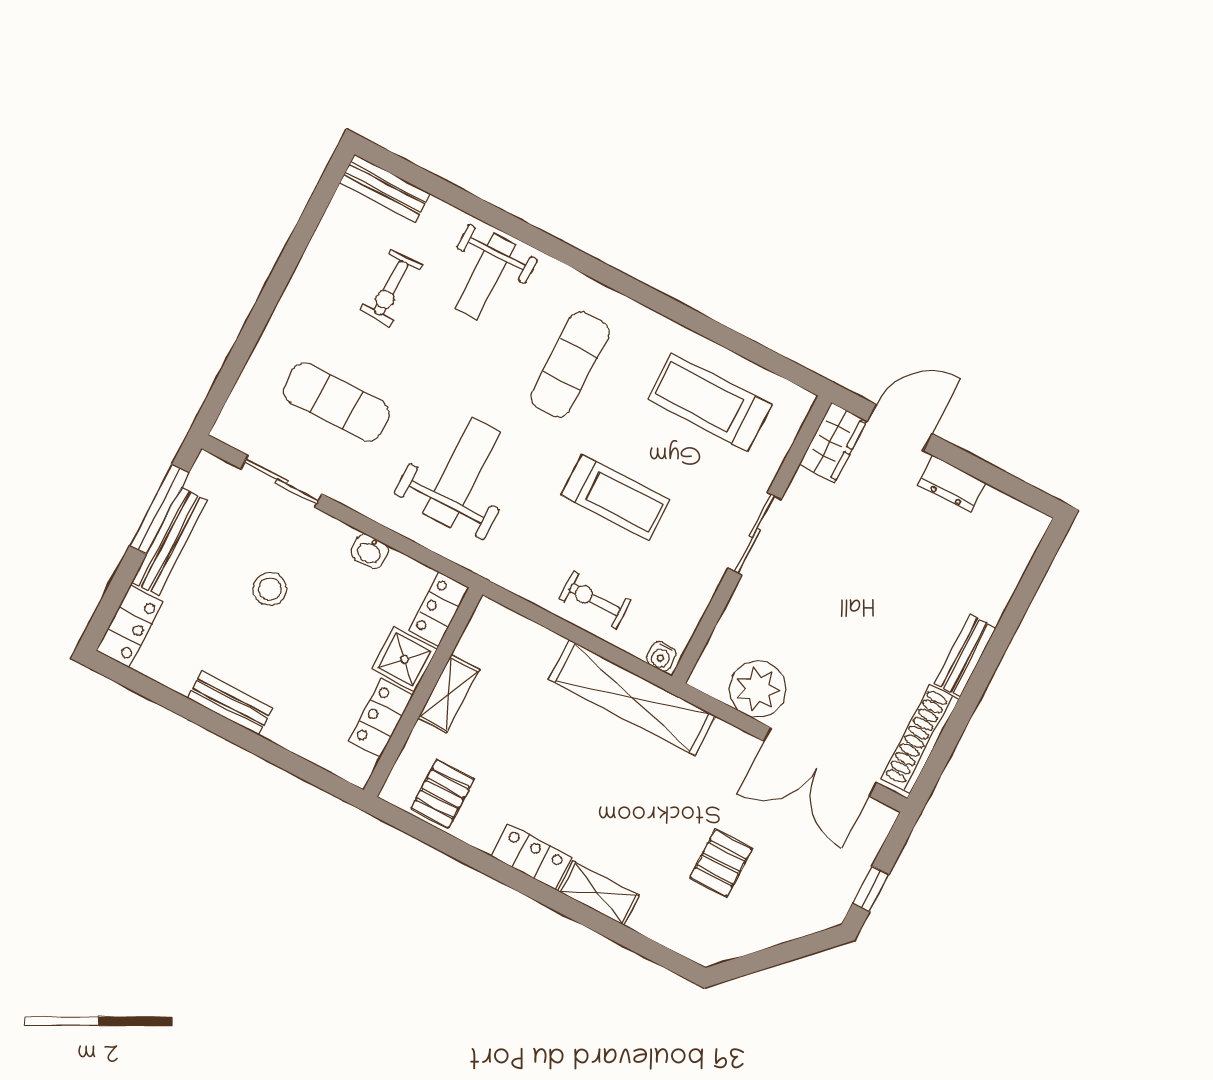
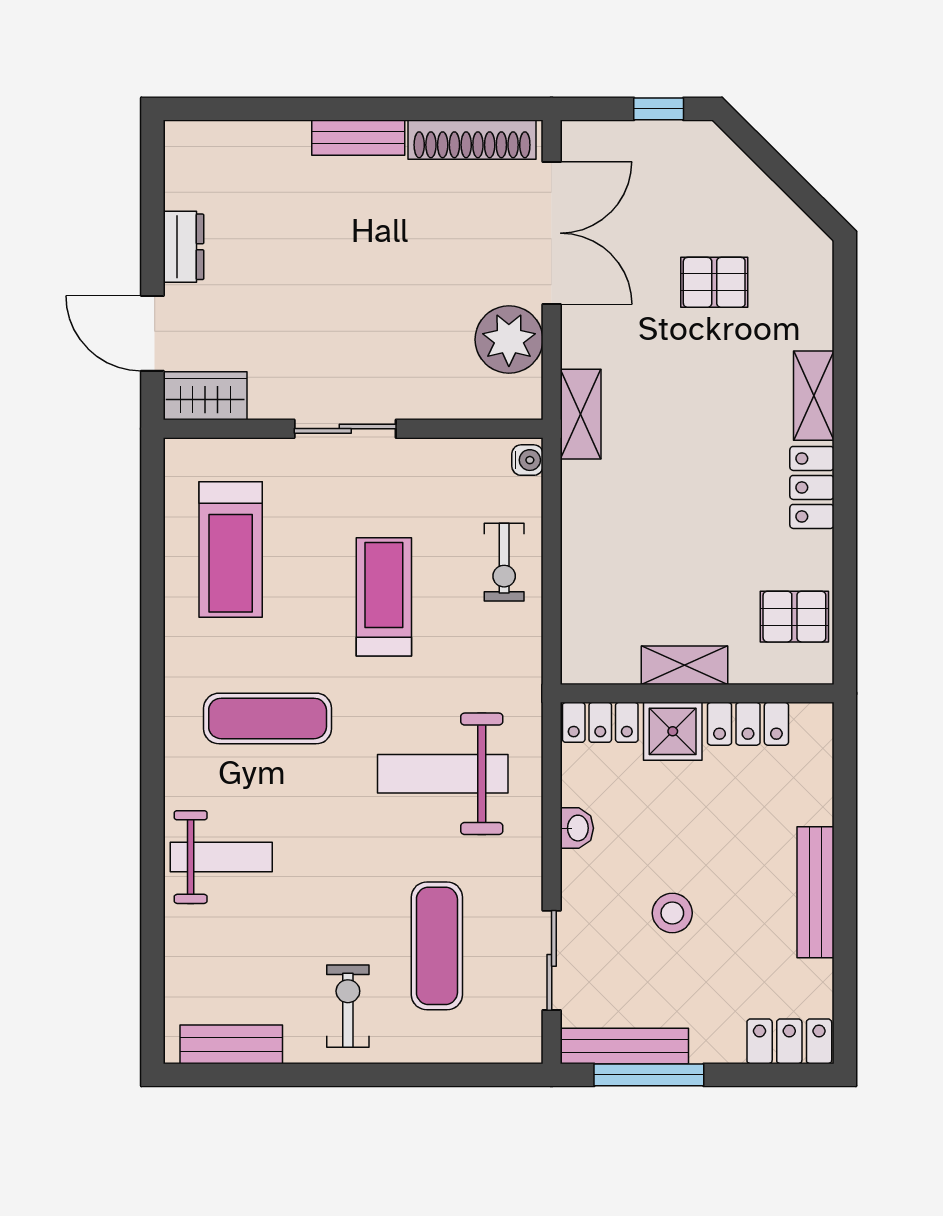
bench: (385, 188) -> (231, 1044), moved, turned 90
exercise bike: (391, 288) -> (348, 1006), moved, turned -90
bench: (170, 541) -> (624, 1046), moved
shelving: (632, 698) -> (581, 414), width x0.45, depth x0.75
bench: (230, 703) -> (816, 892), width x1.36

